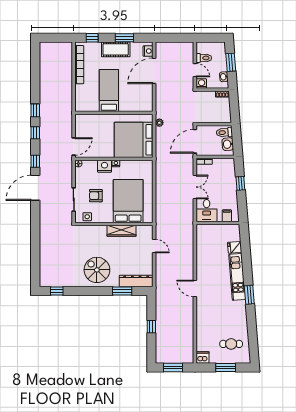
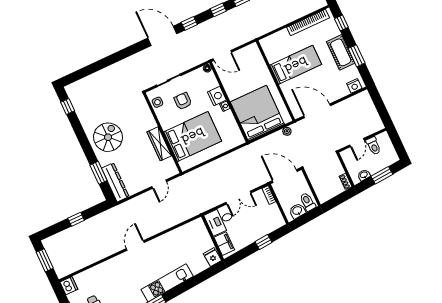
door: (154, 71) -> (317, 111), moved
washing machine: (202, 83) -> (347, 156), removed
filing cabinet: (227, 216) -> (224, 244), width x2.00
fridge: (235, 247) -> (212, 257), moved

